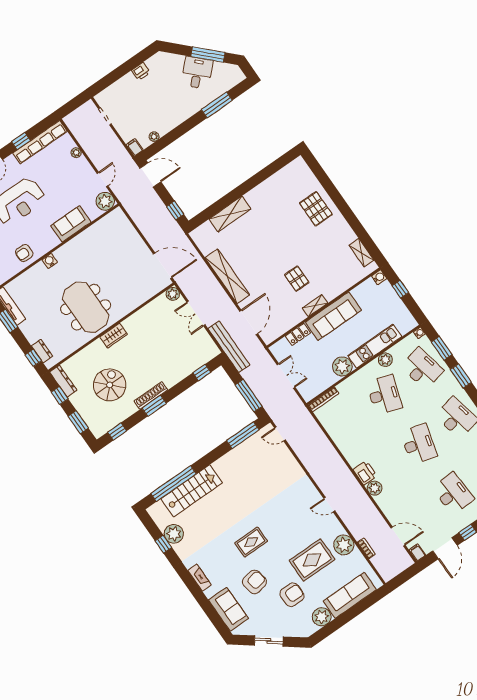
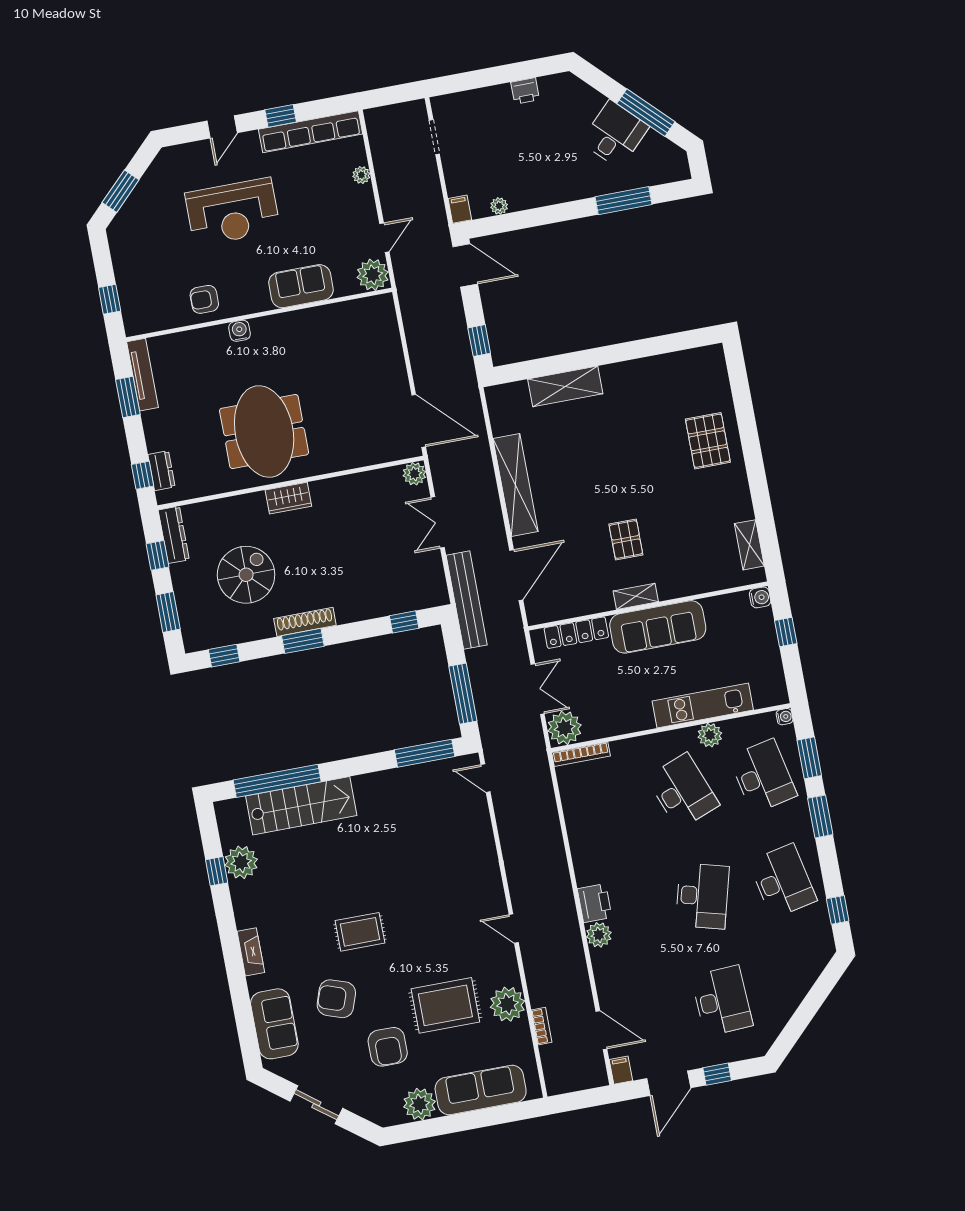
locker: (298, 334) -> (576, 633), width x1.53
plant: (342, 366) -> (565, 728), moved
desk: (384, 395) -> (683, 791), turned -39
armchair: (254, 582) -> (336, 999), turned -151
armchair: (292, 595) -> (388, 1047), turned 90

